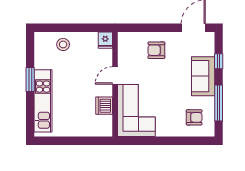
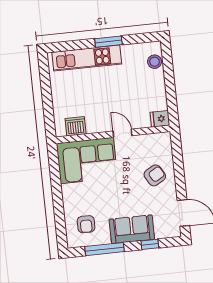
stool: (63, 44) -> (155, 62), moved
armchair: (156, 50) -> (155, 175), turned 60
dishwasher: (104, 106) -> (76, 126), moved

